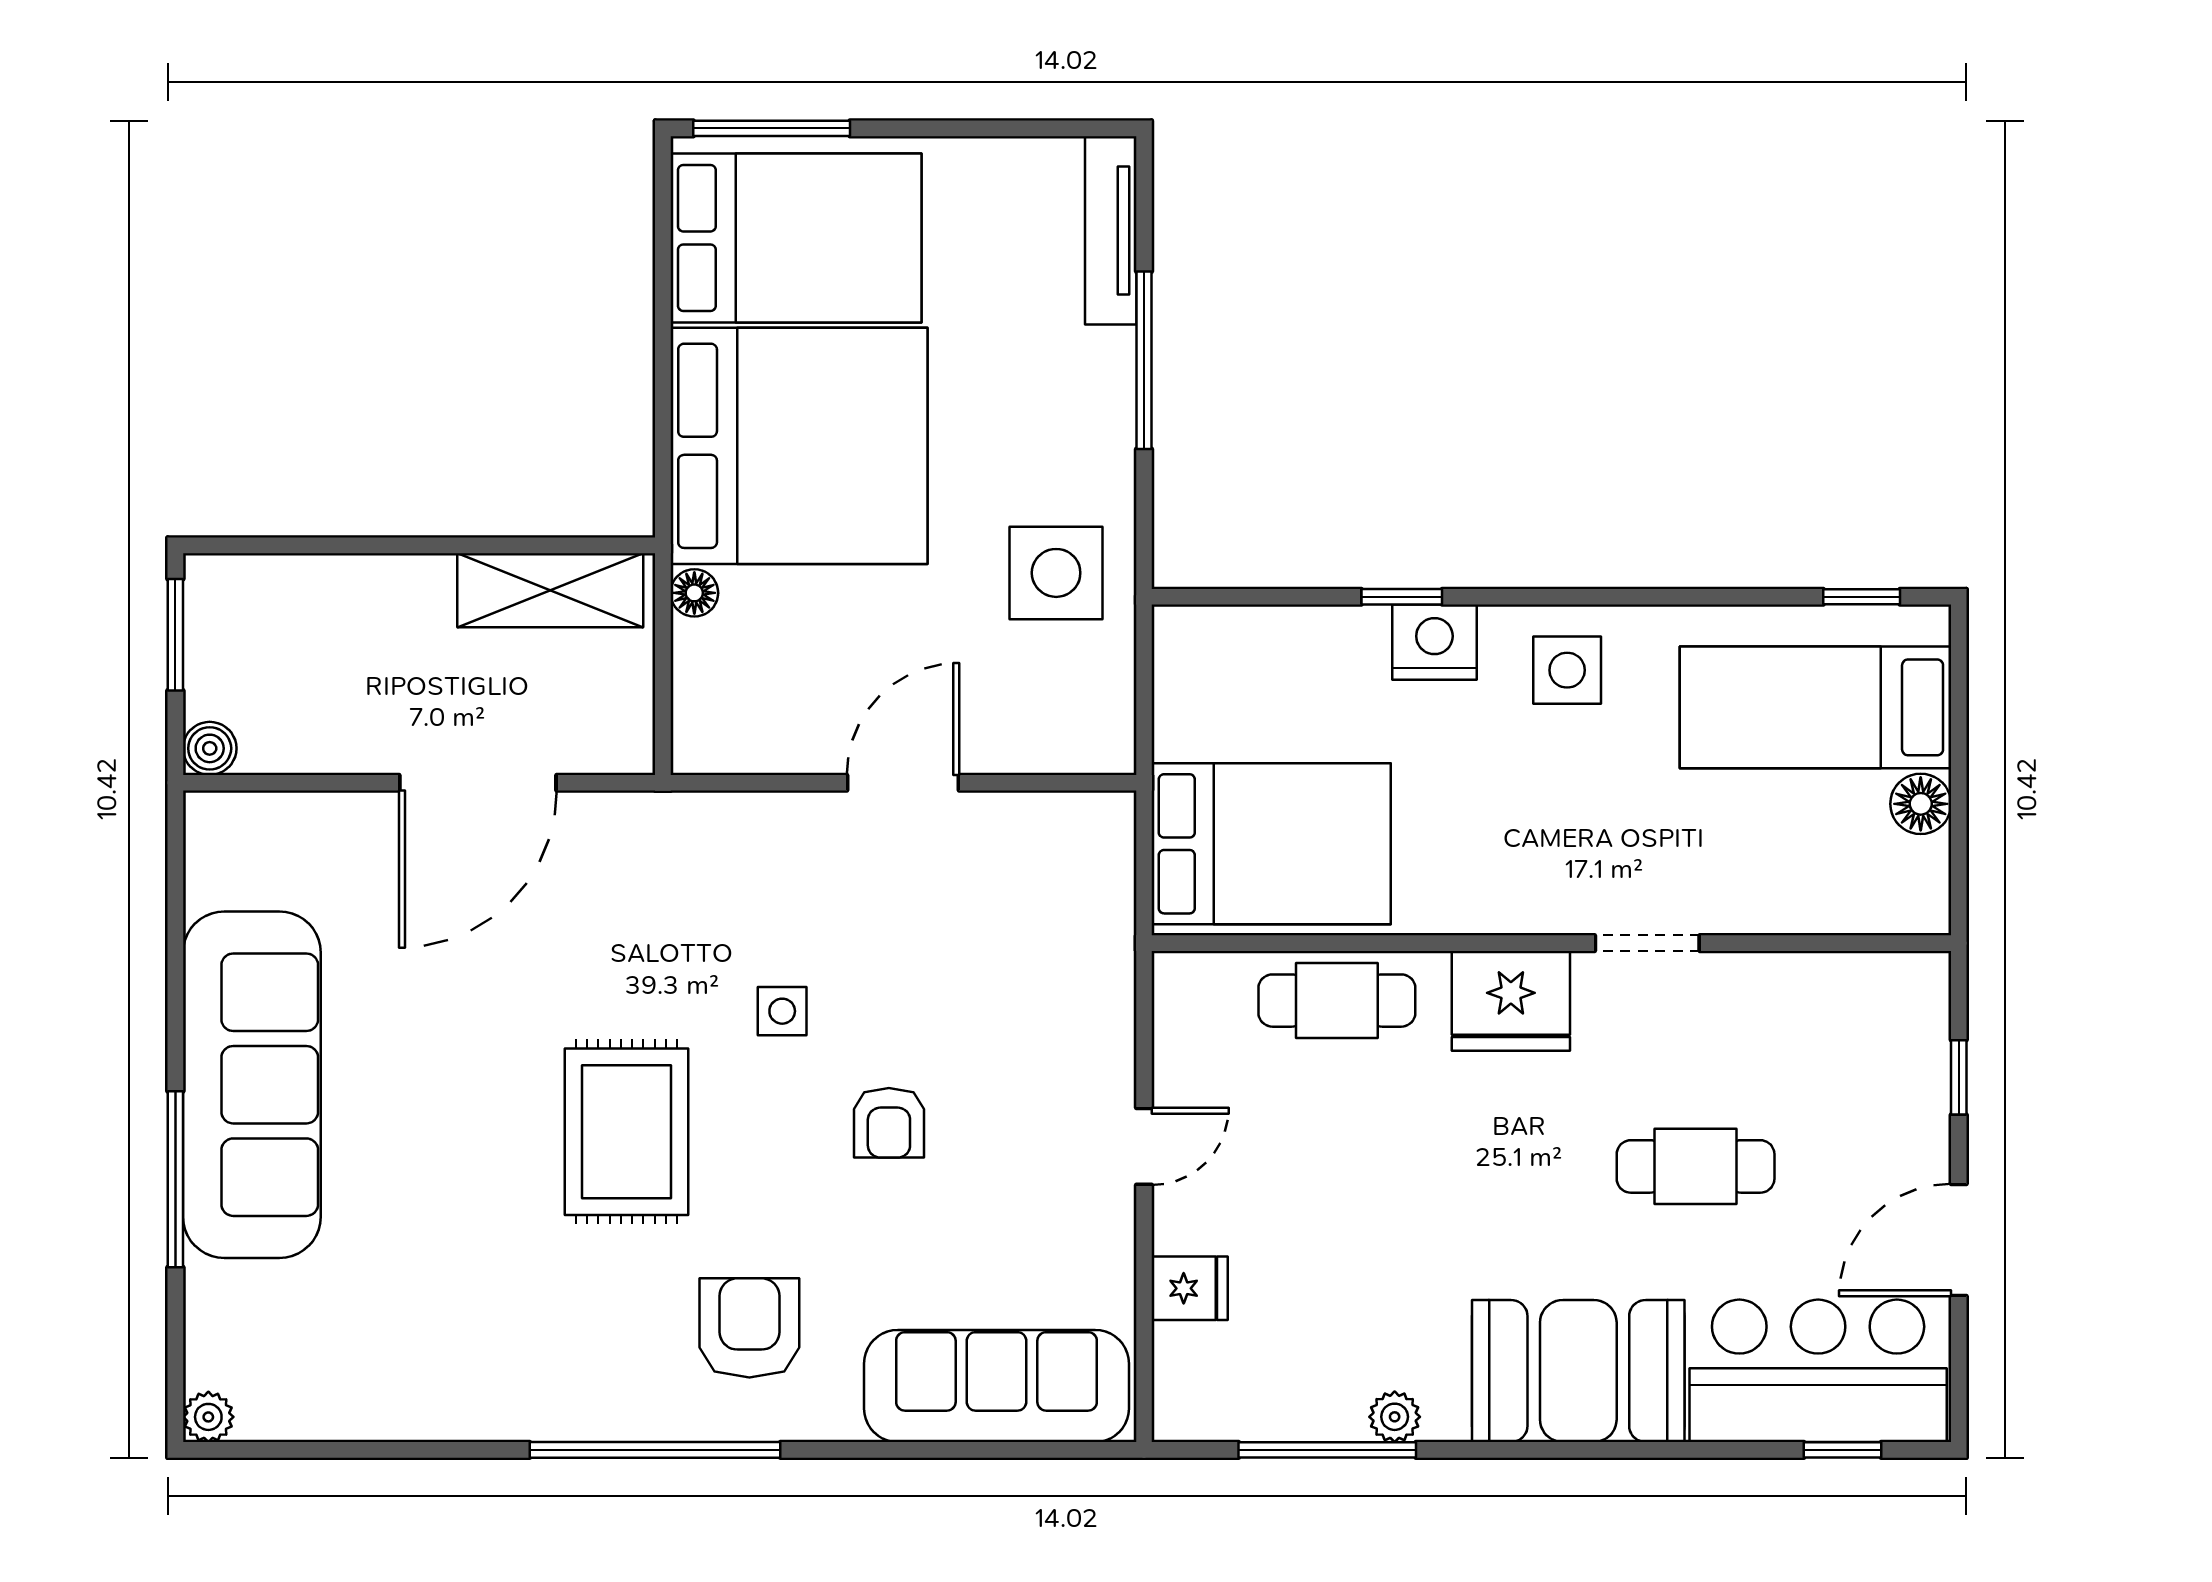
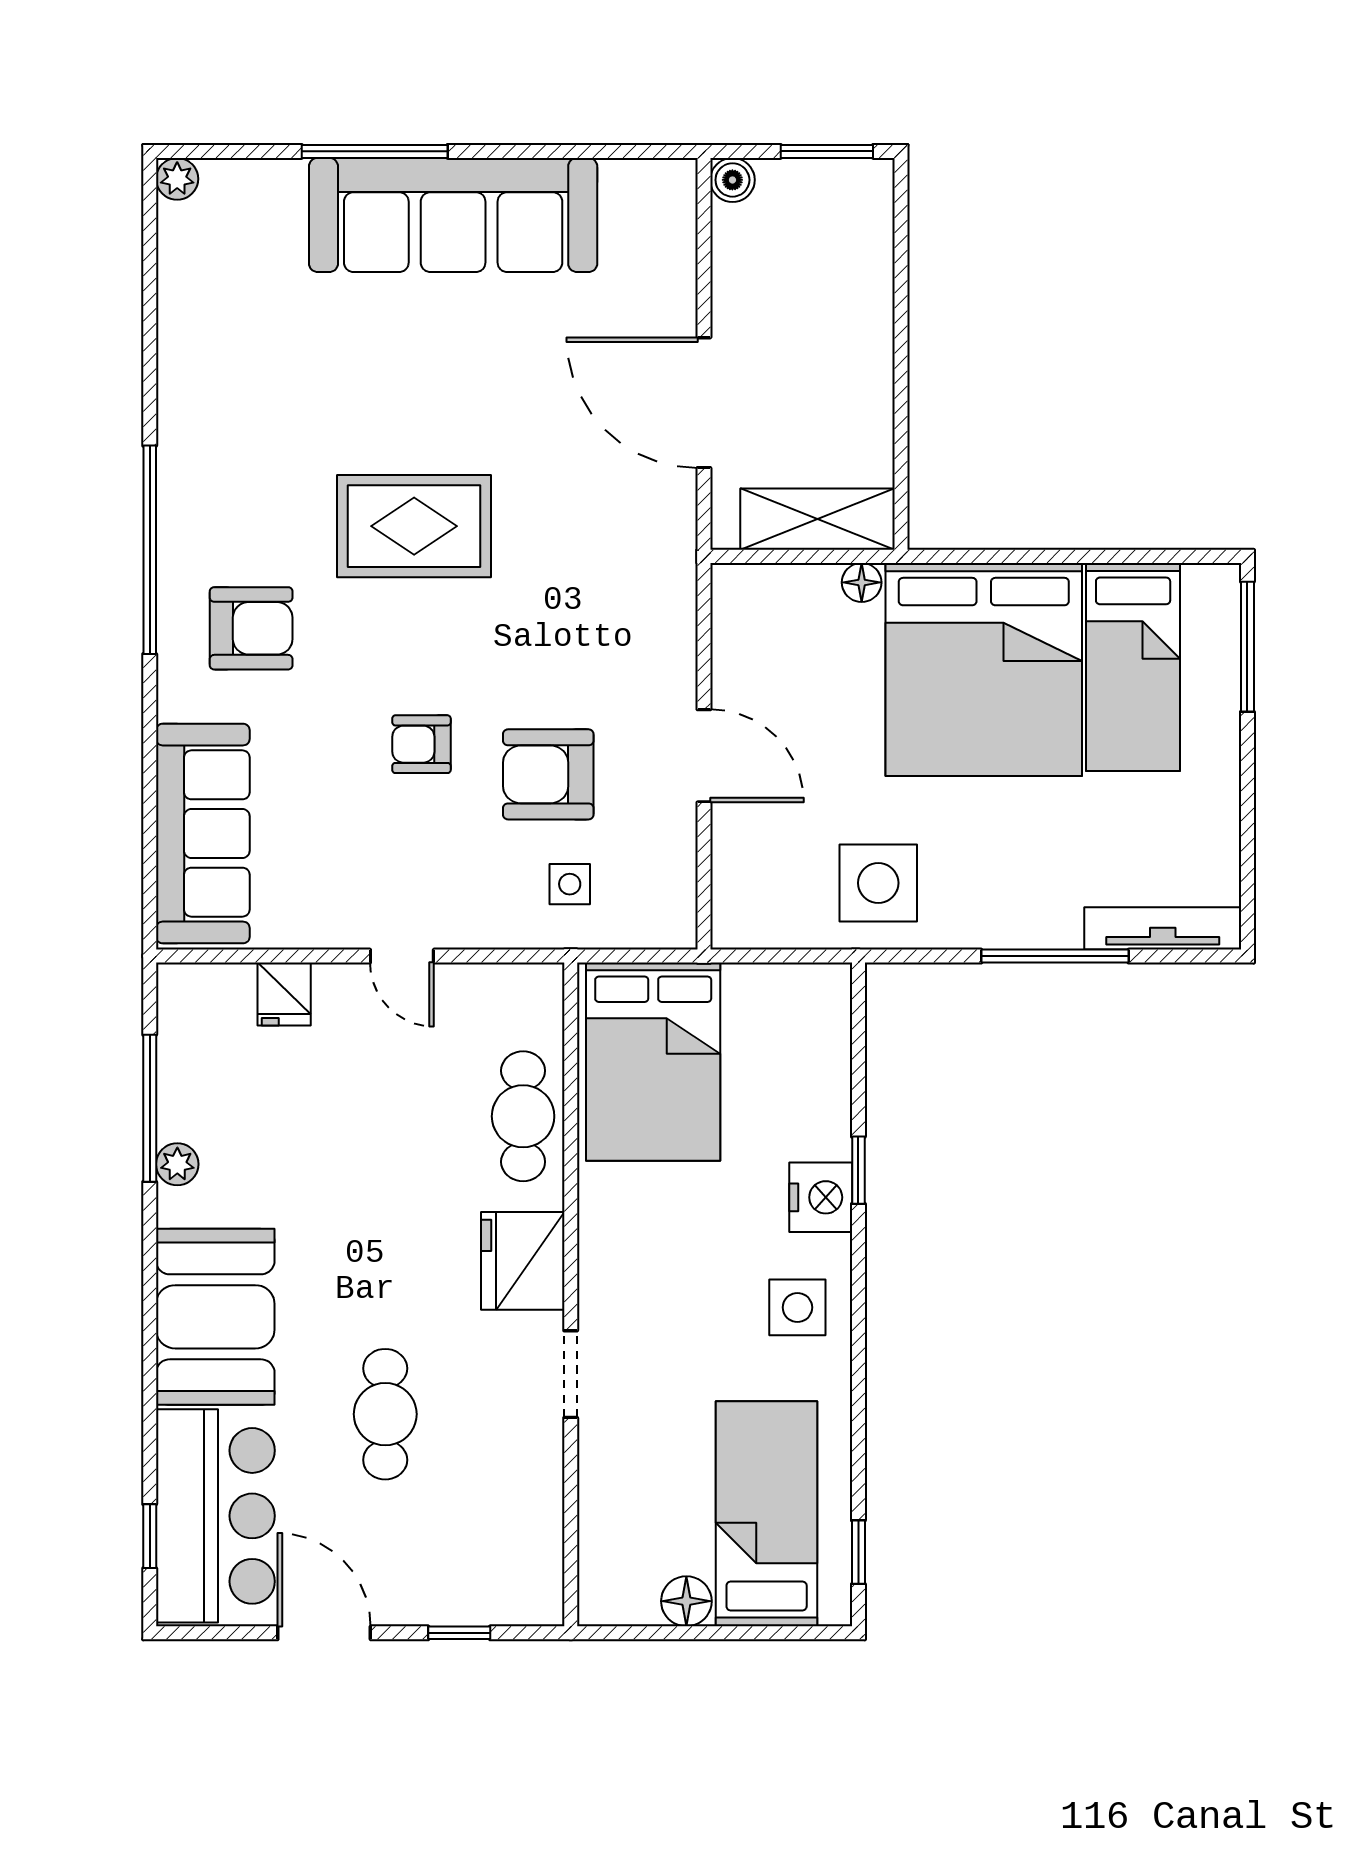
bed: (796, 238) -> (1133, 667), width x0.67
shelving: (550, 590) -> (818, 519), moved, turned 90
armchair: (925, 970) -> (548, 774), added
side table: (782, 1011) -> (570, 884), moved

